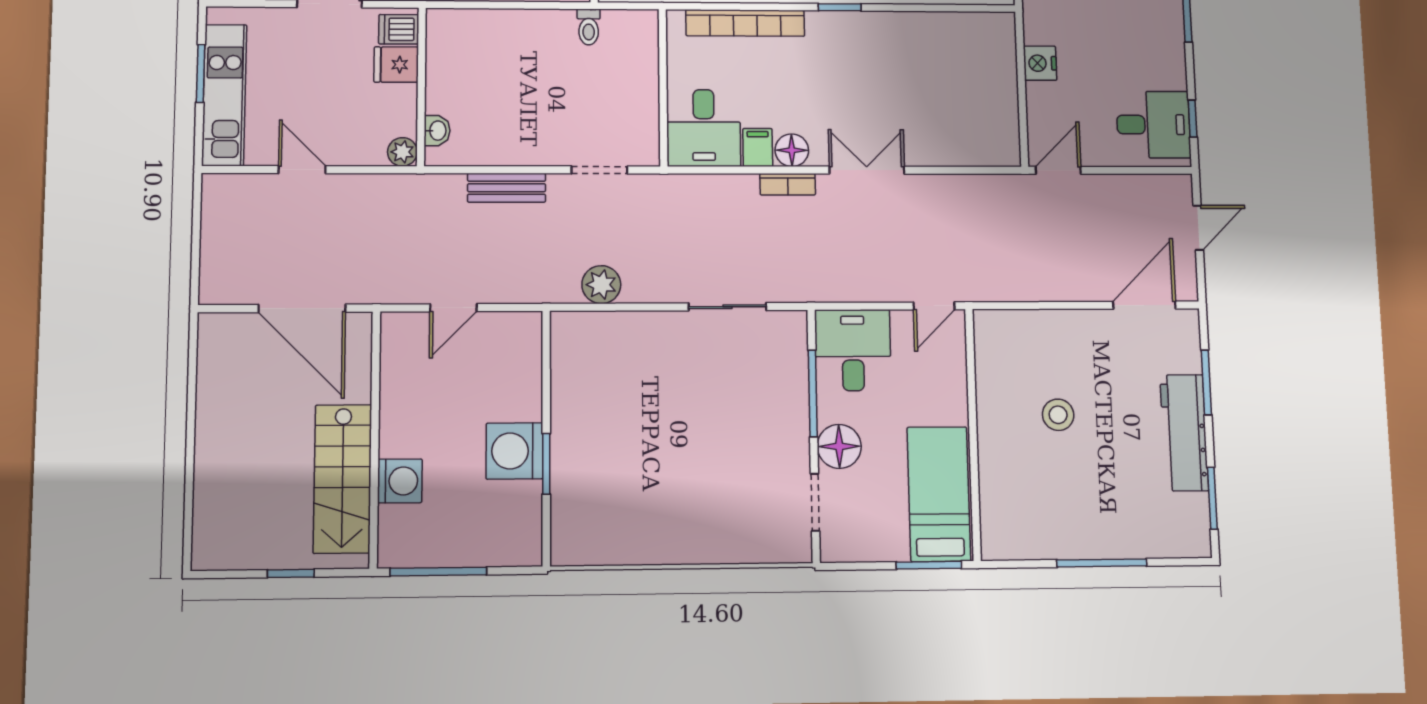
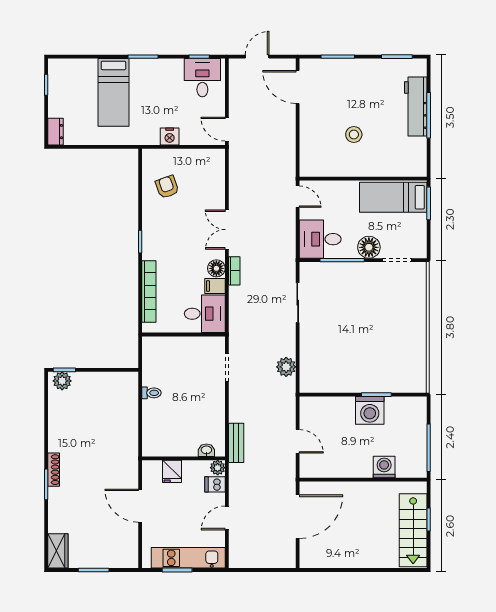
toilet: (589, 27) -> (151, 393), moved
dishwasher: (399, 29) -> (215, 484), moved, turned 90
armchair: (945, 58) -> (167, 187), added
bench: (507, 188) -> (236, 443), moved
door: (1198, 228) -> (257, 57), hinge flipped
workbench: (1184, 433) -> (416, 106), moved, turned 90
stairs: (342, 479) -> (413, 530), moved, turned 90

